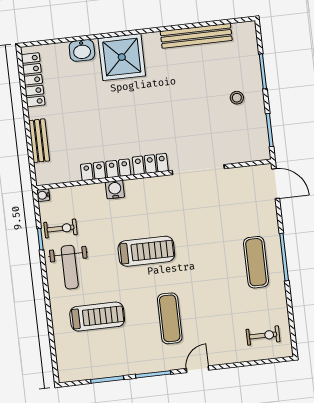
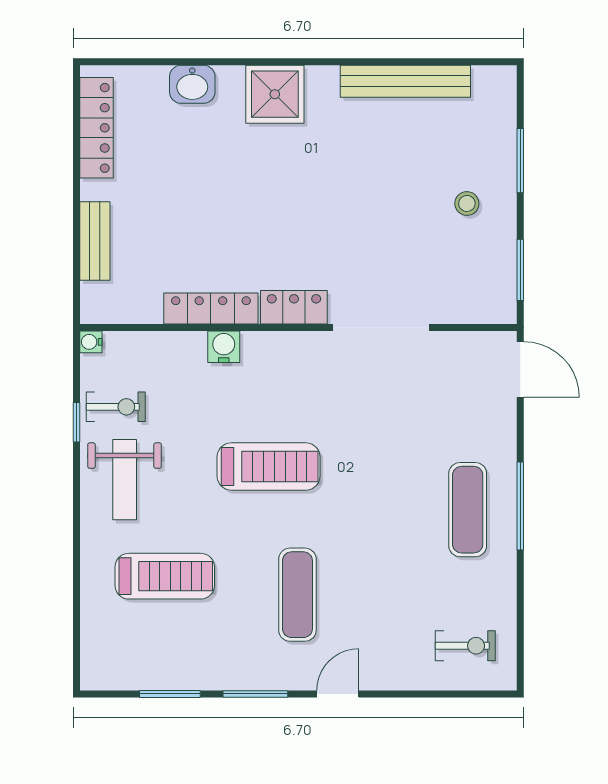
shower: (122, 57) -> (275, 94), width x0.73, depth x0.73

